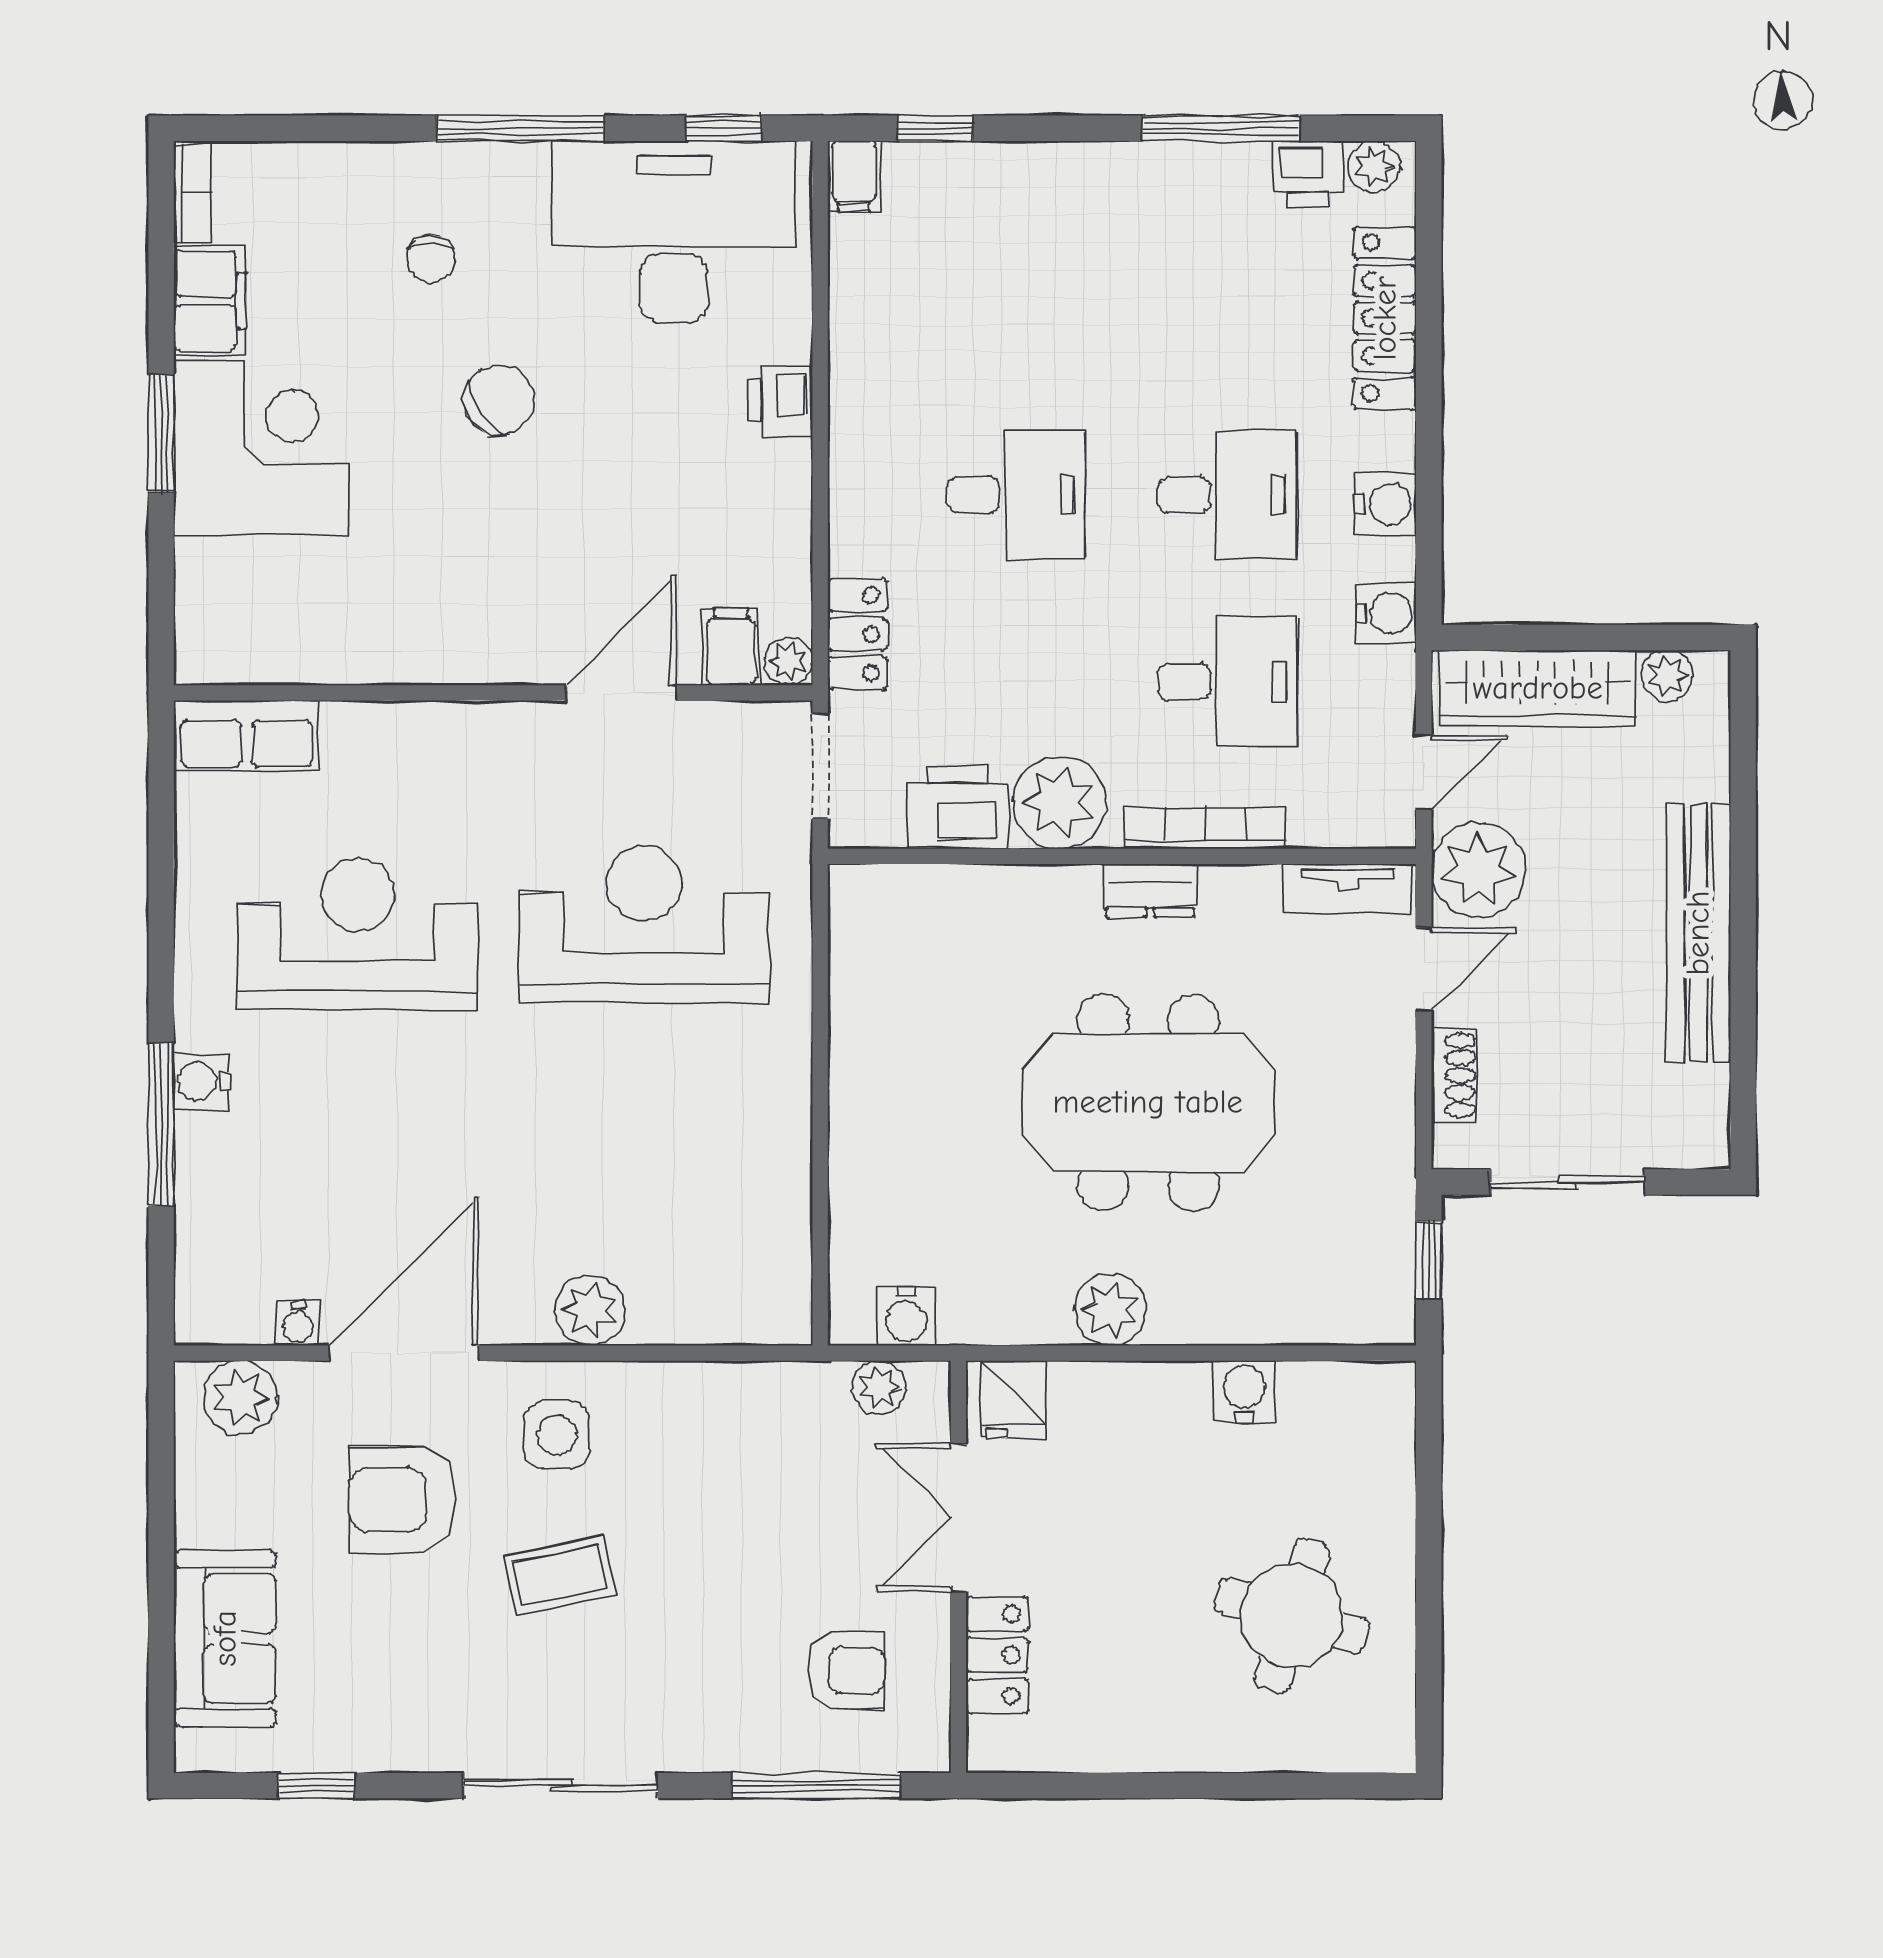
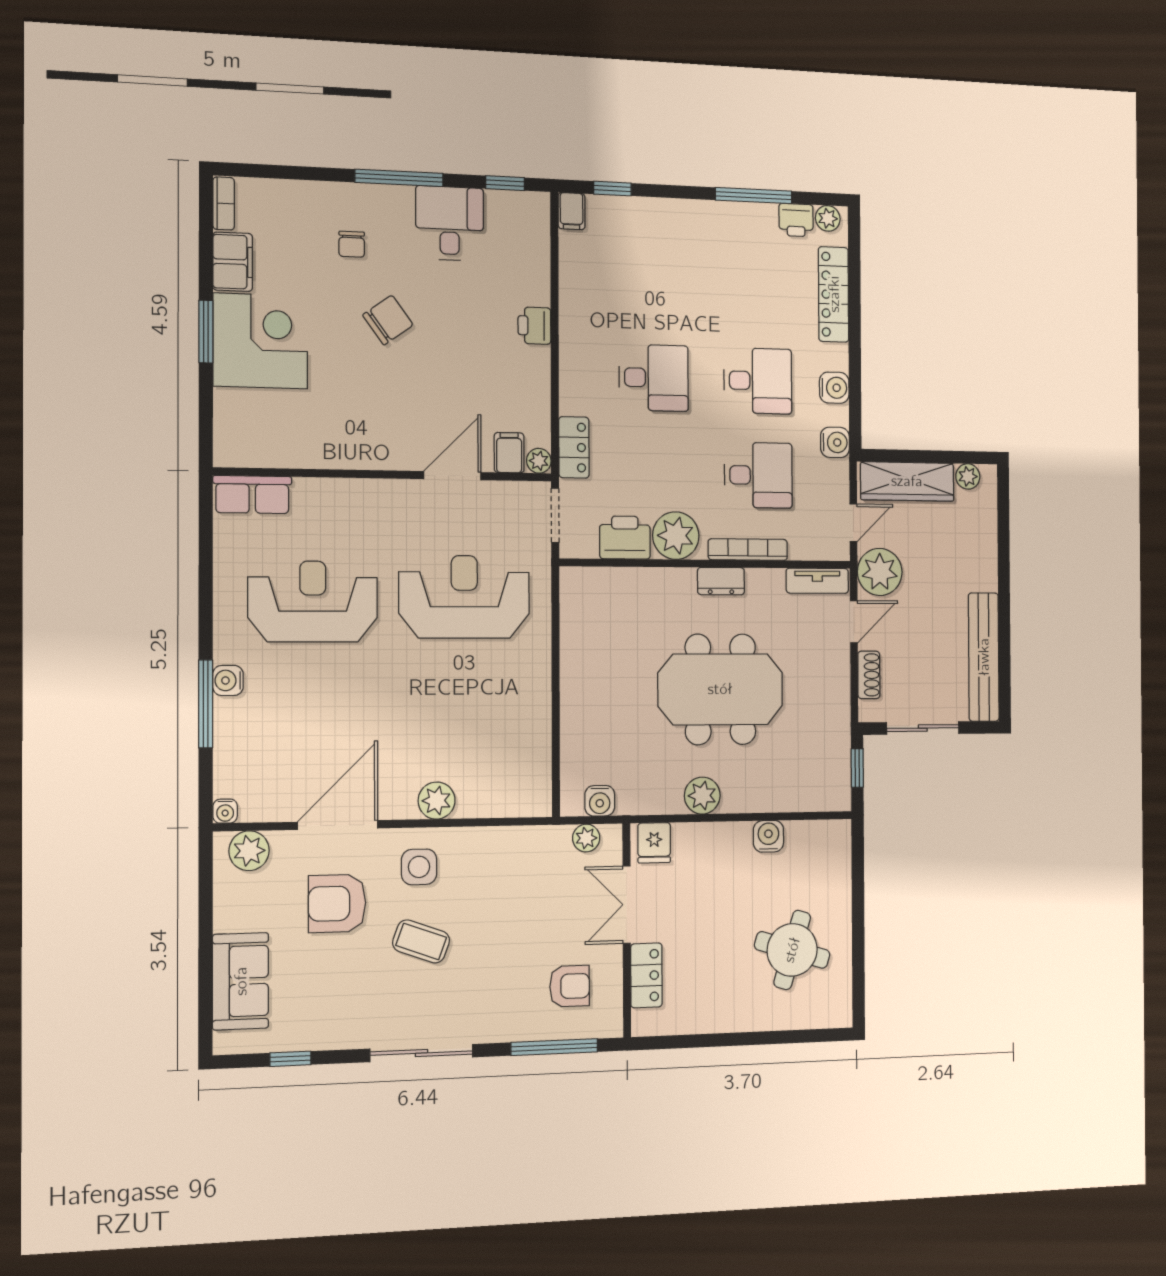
desk: (674, 232) -> (450, 223), width x0.53, depth x0.77
bench: (1698, 933) -> (984, 657), moved
water cooler: (298, 1323) -> (225, 811), moved
coffee table: (560, 1576) -> (421, 941), turned 32

